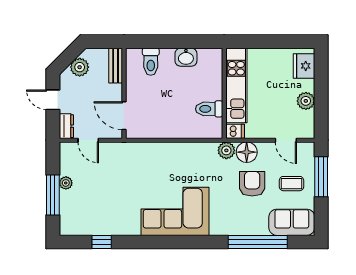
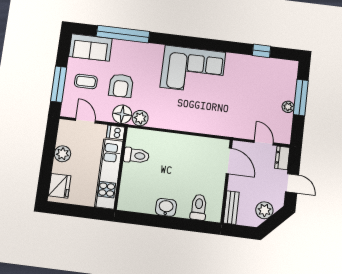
kitchen unit: (236, 85) -> (109, 174), moved
wall: (224, 93) -> (121, 168), moved
toilet: (209, 109) -> (136, 156), moved
dishwasher: (235, 131) -> (116, 132), moved

